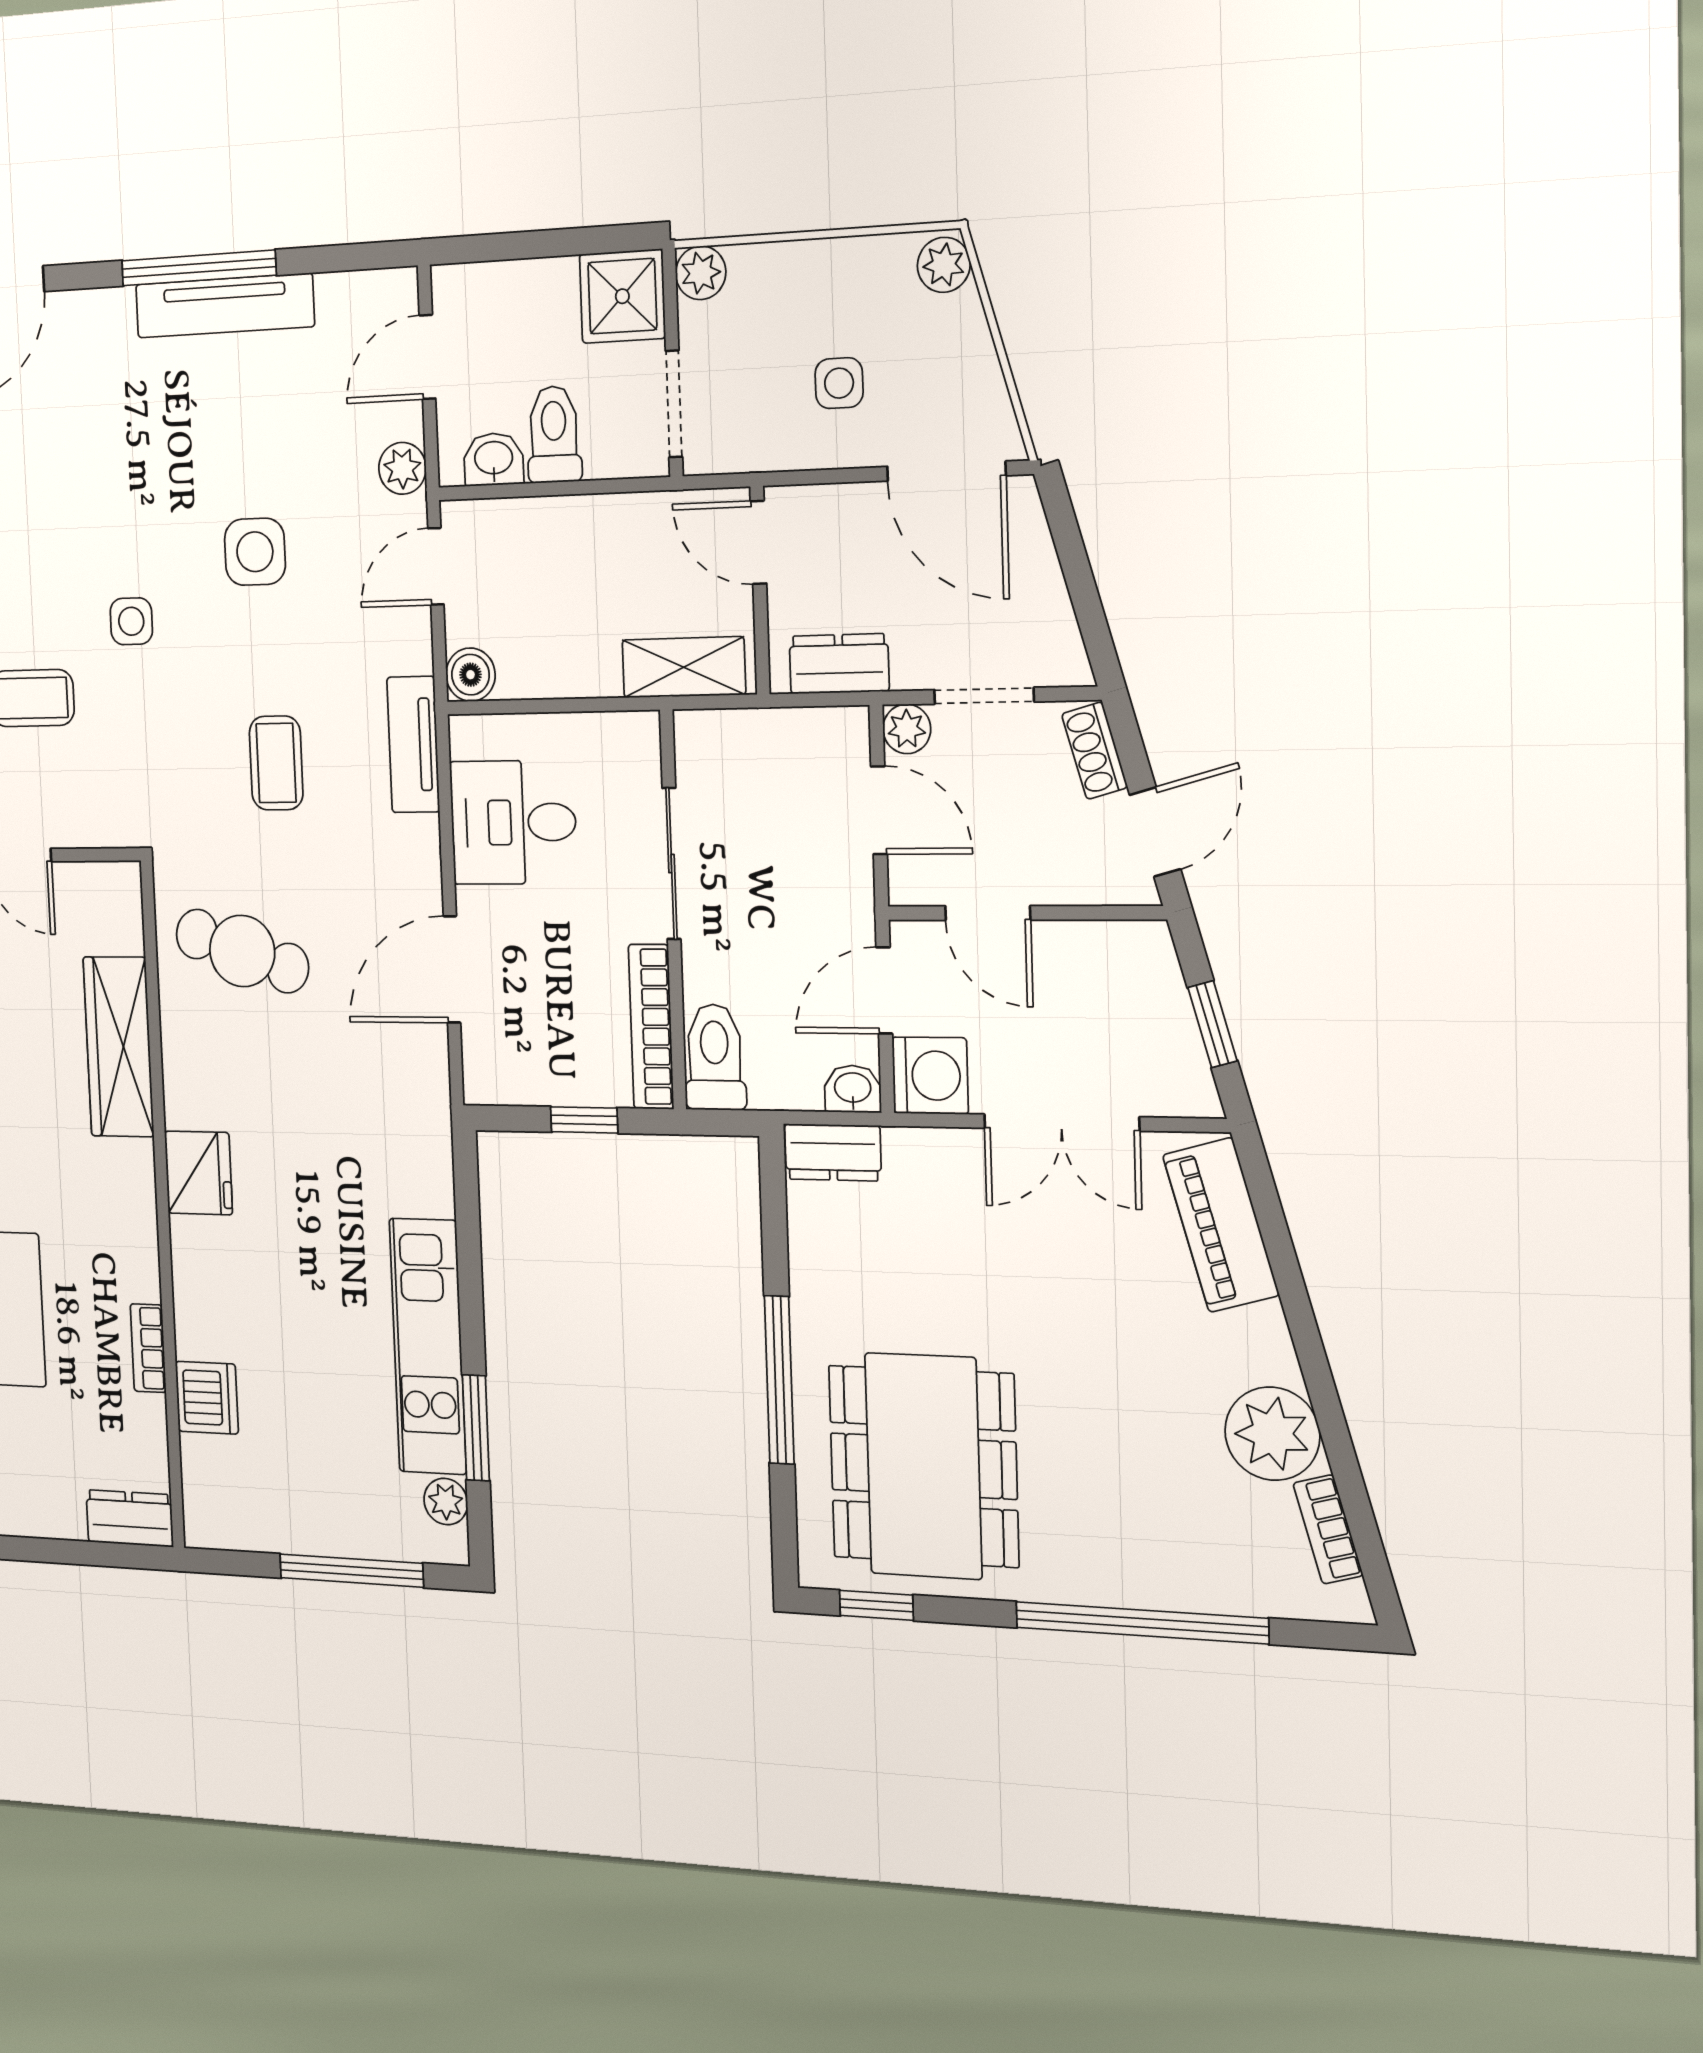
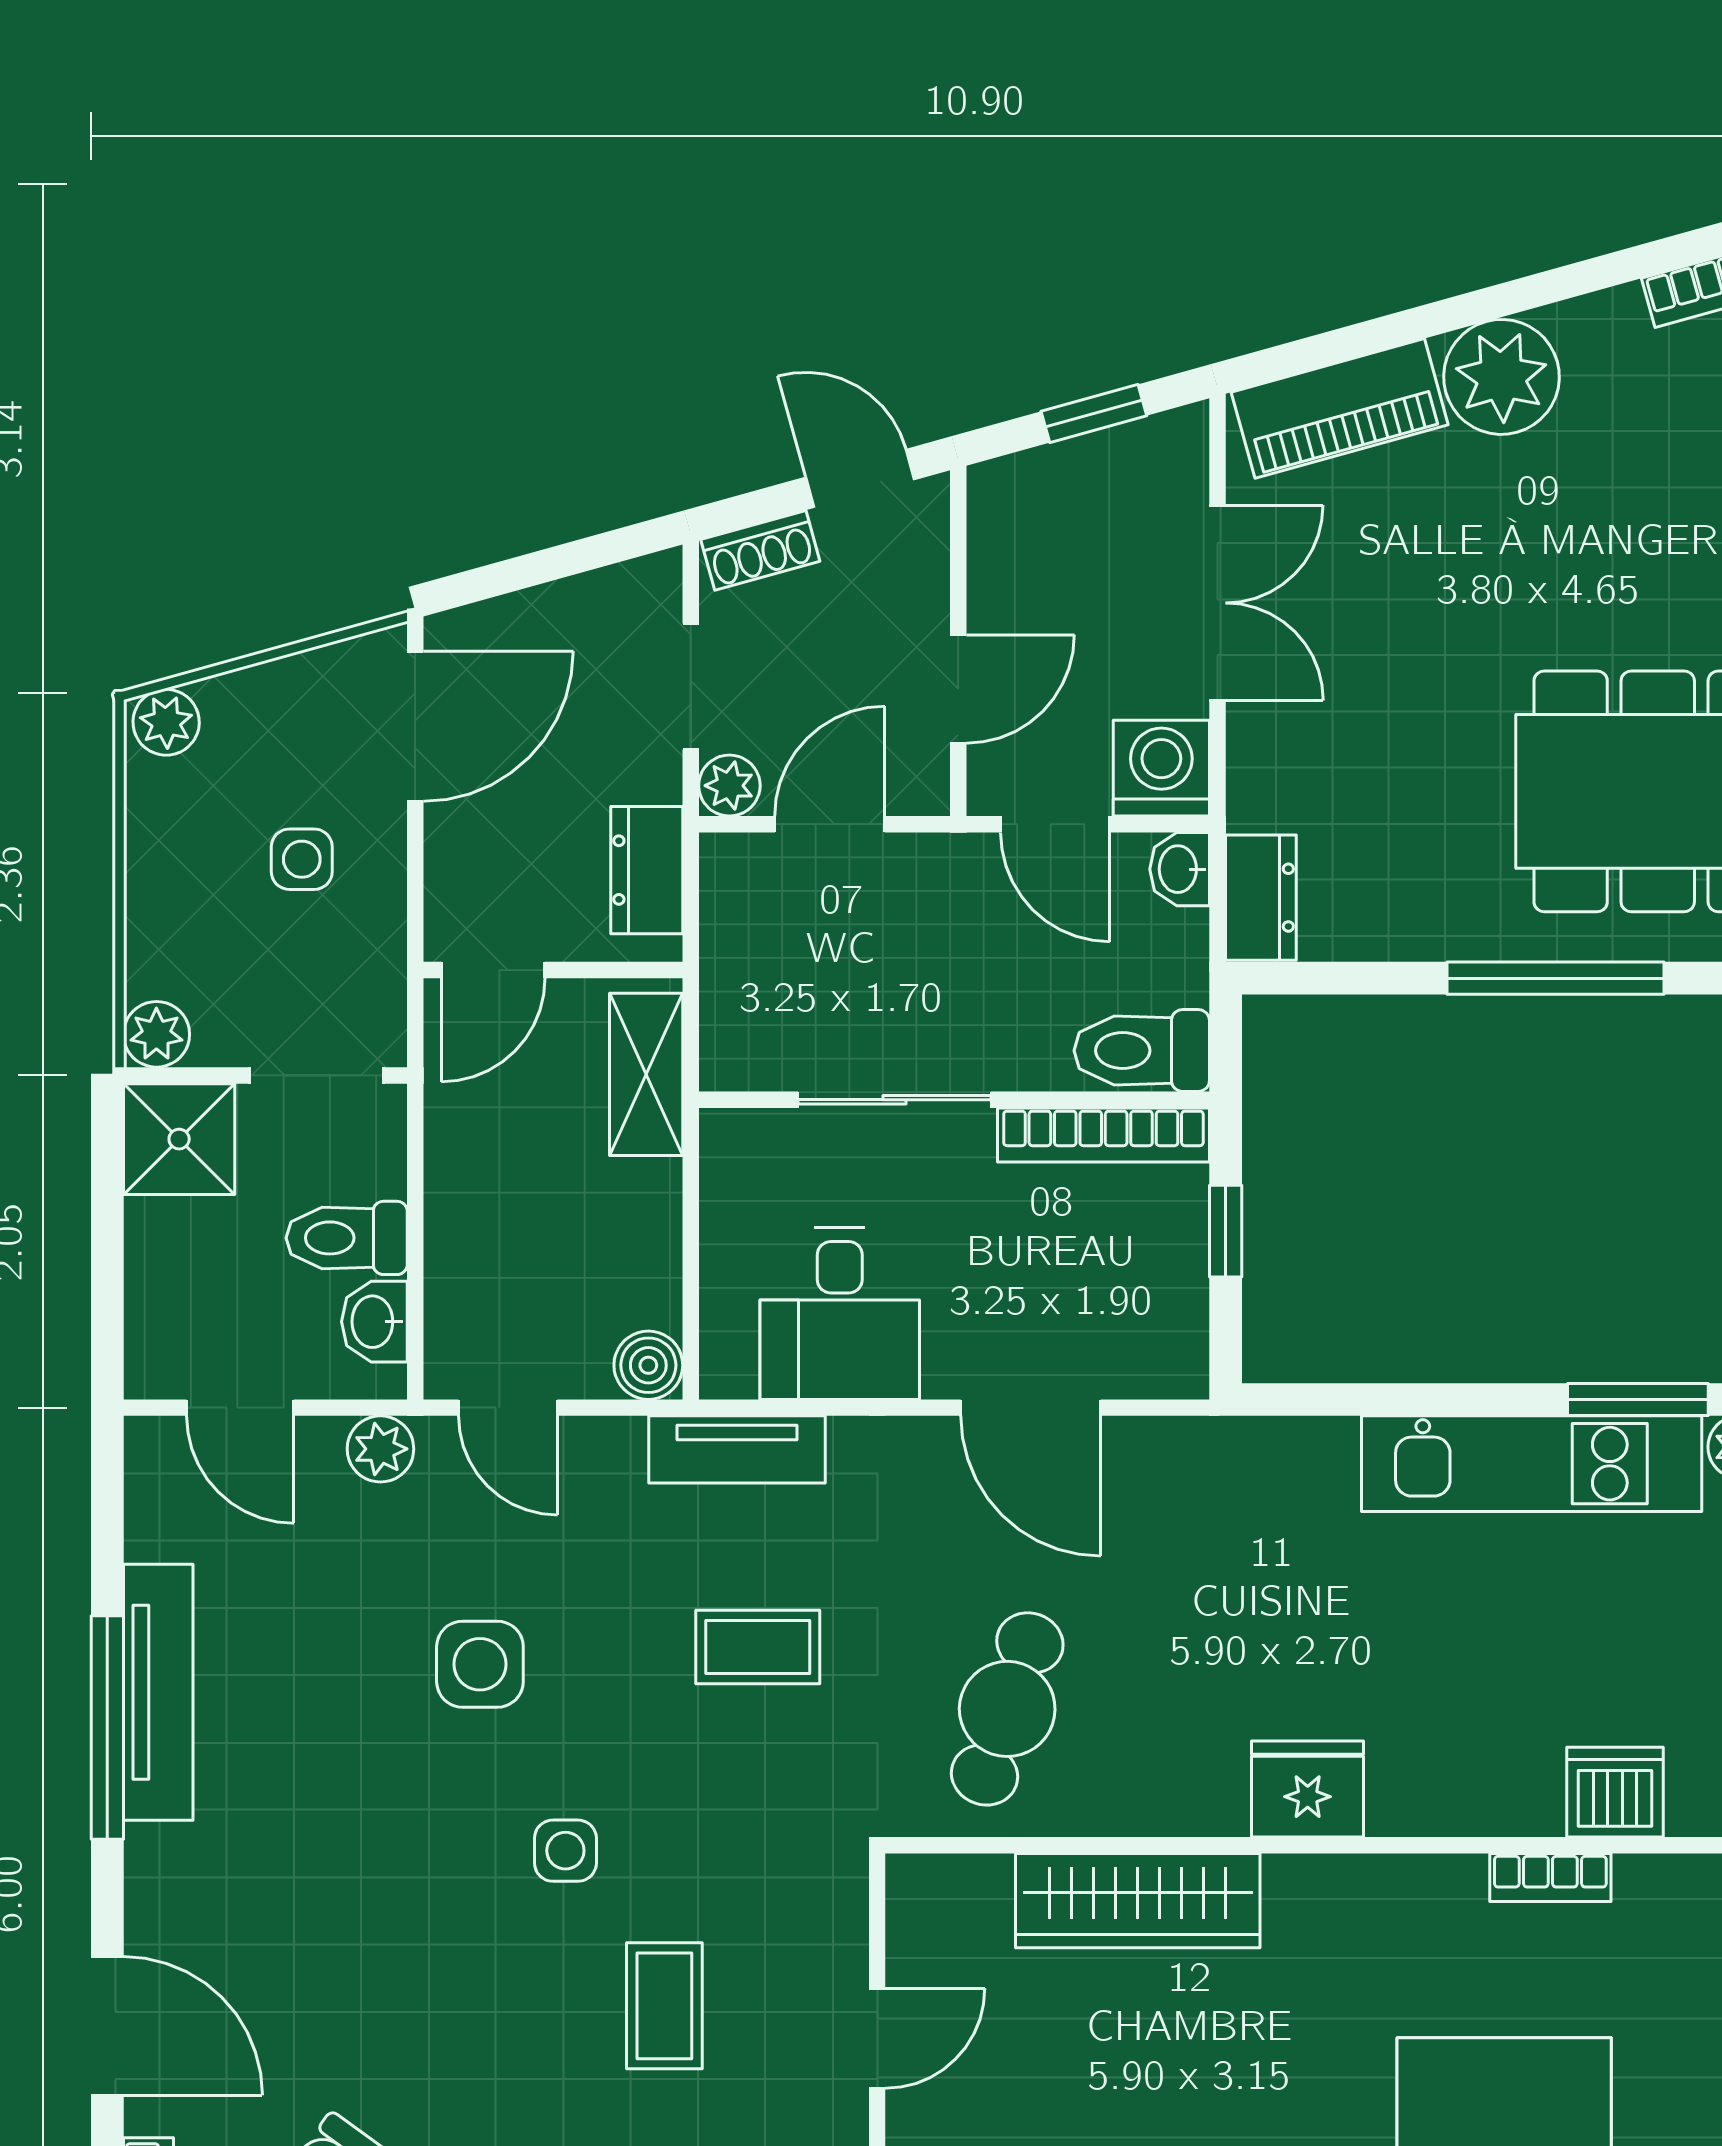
plant: (1272, 1434) -> (1502, 377), moved

